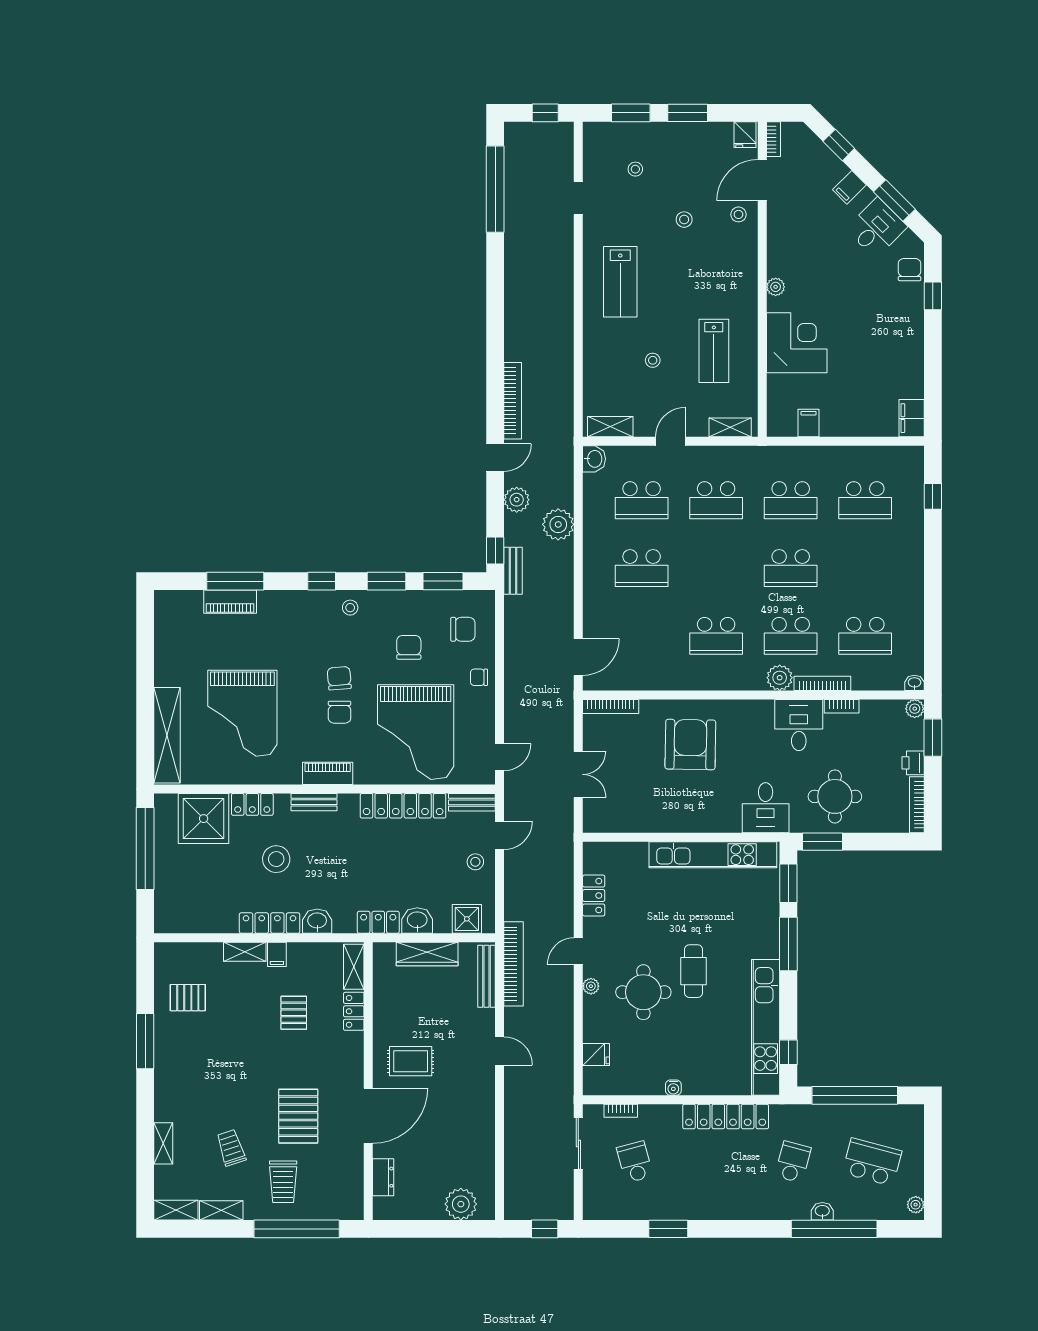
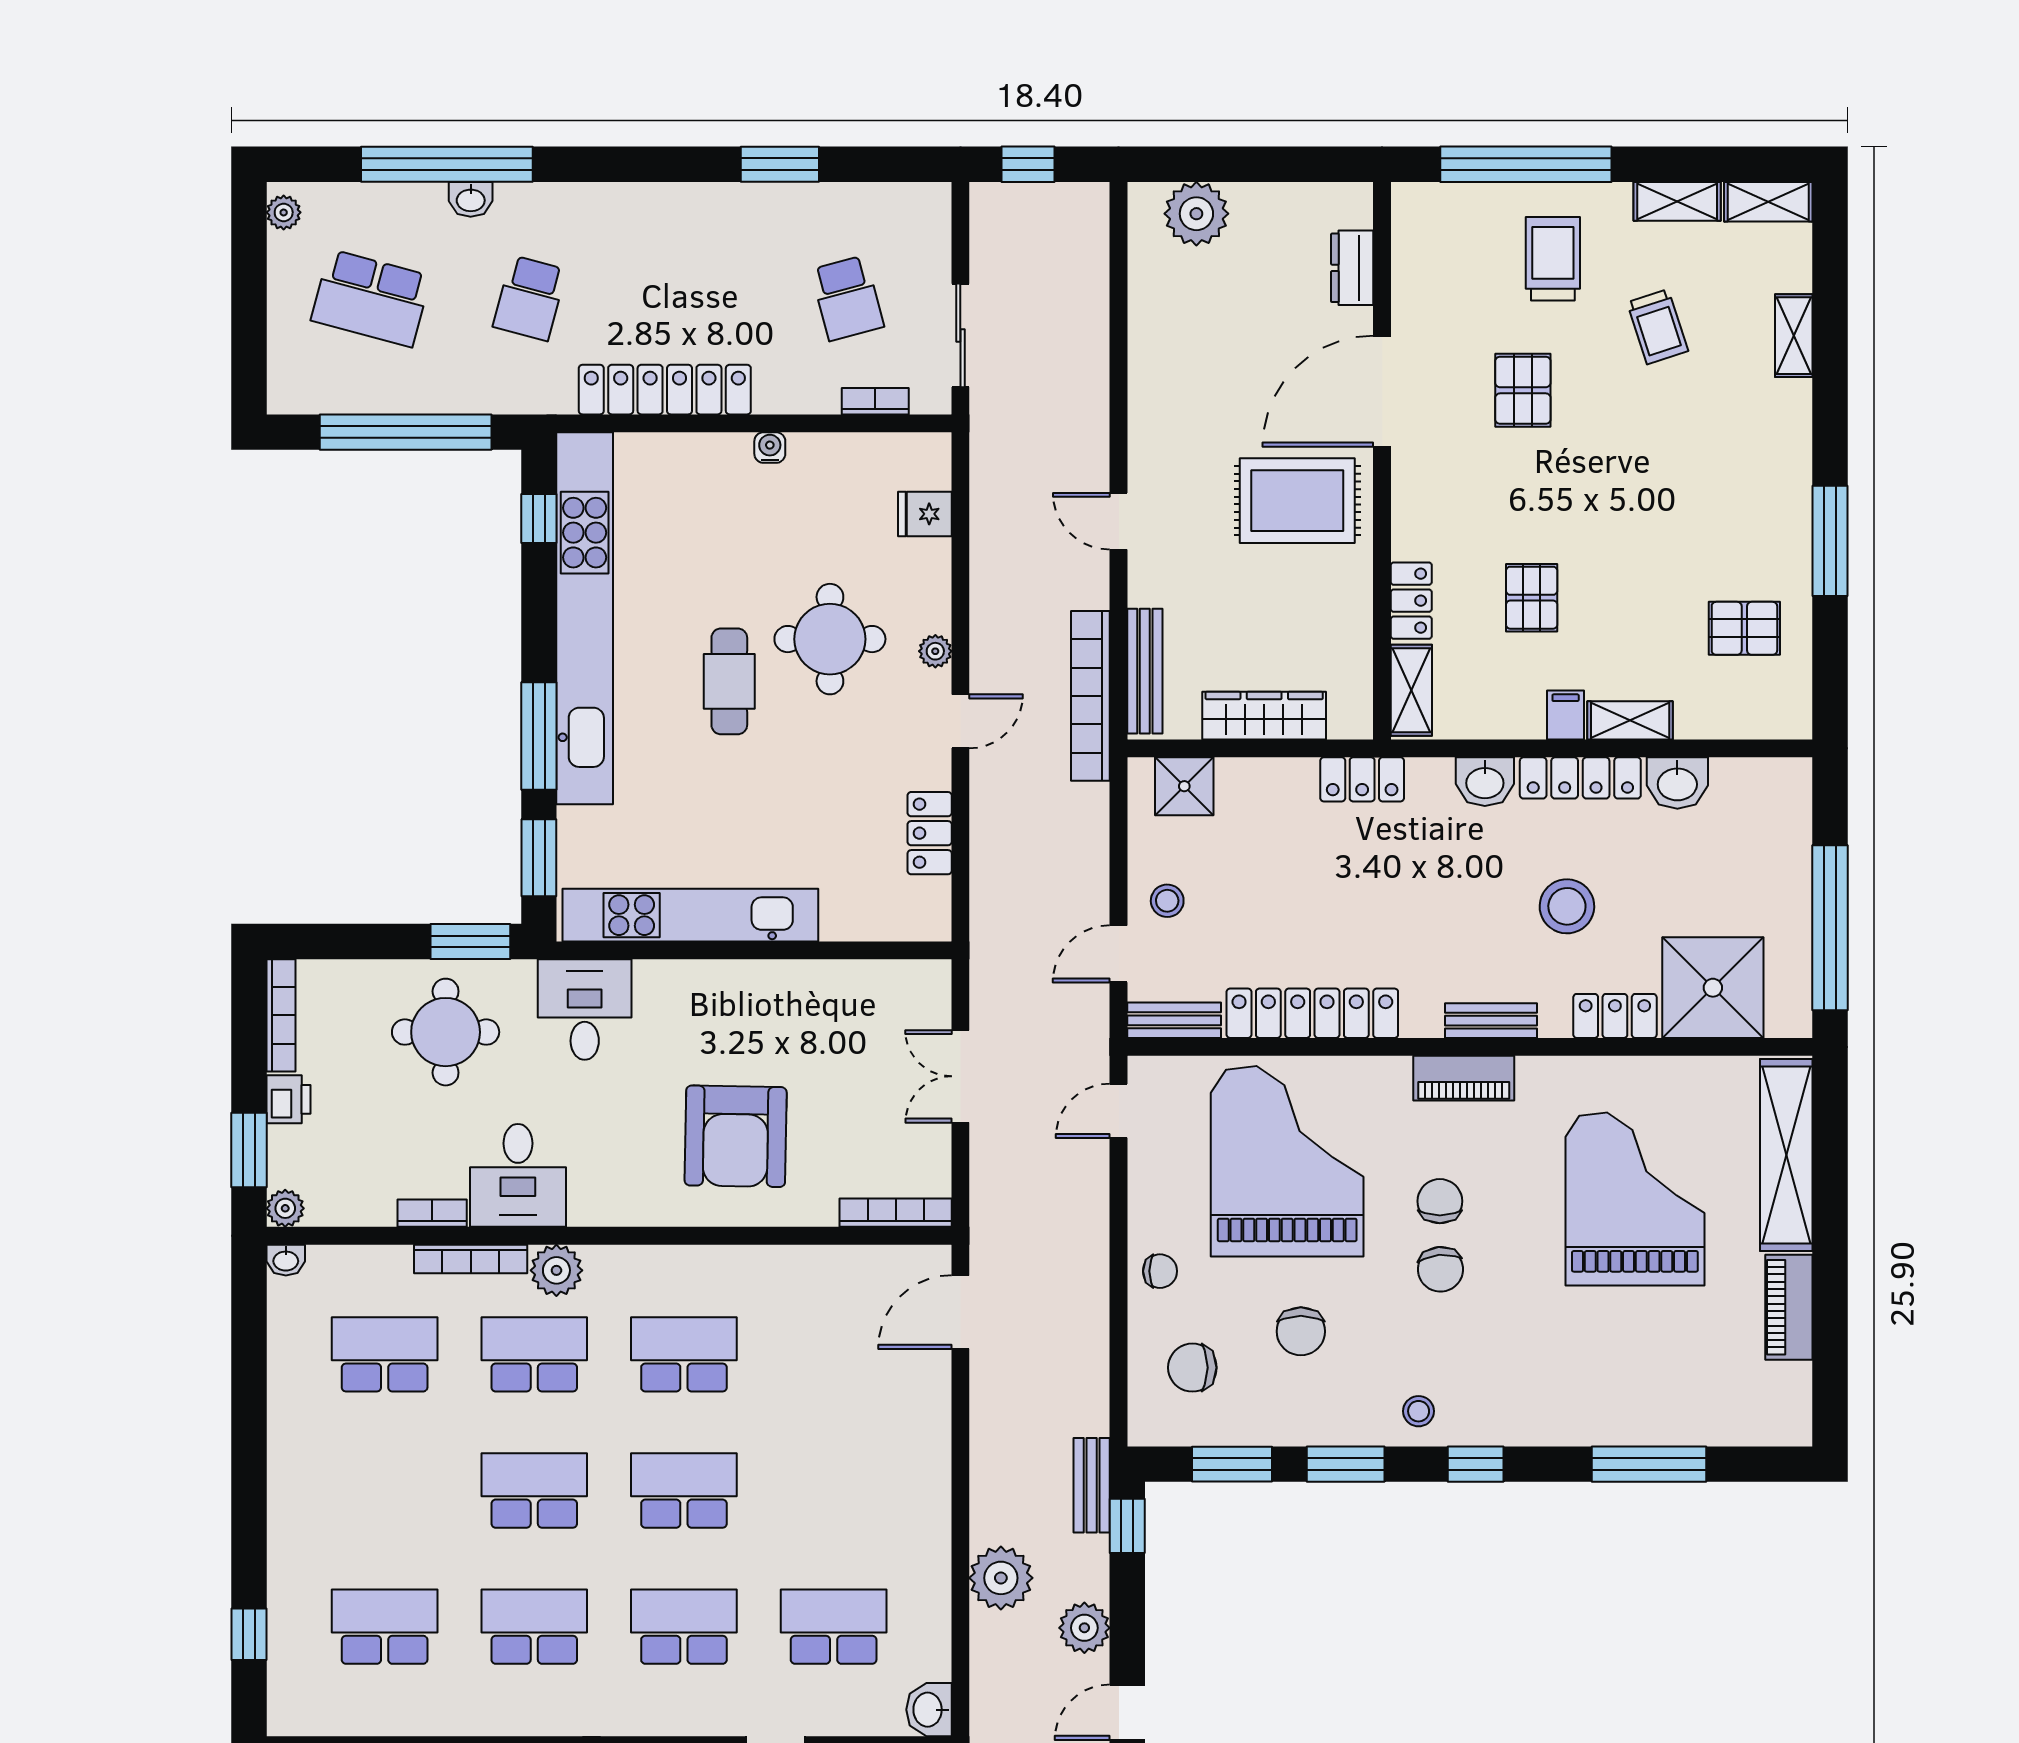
school desk: (642, 568) -> (684, 1490), moved
piano: (230, 602) -> (1789, 1307), moved, turned -90
washbasin: (417, 921) -> (1677, 783), moved
kitchen unit: (766, 1027) -> (585, 618), width x1.36
rug: (411, 1061) -> (1297, 501), width x1.36, depth x1.43
pallet: (298, 1116) -> (1523, 390), width x0.67, depth x0.71

